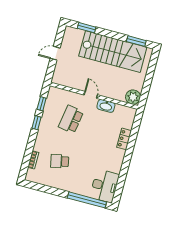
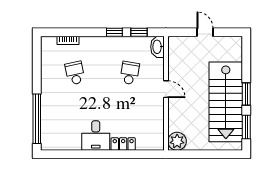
window: (87, 28) -> (246, 94), moved
door: (91, 95) -> (166, 89), hinge flipped
washbasin: (106, 106) -> (157, 47), moved
school desk: (71, 119) -> (130, 73), width x0.54
desk: (104, 186) -> (96, 136), moved, width x0.73

